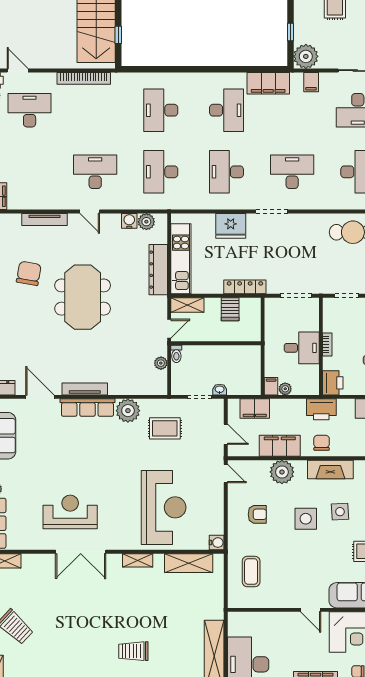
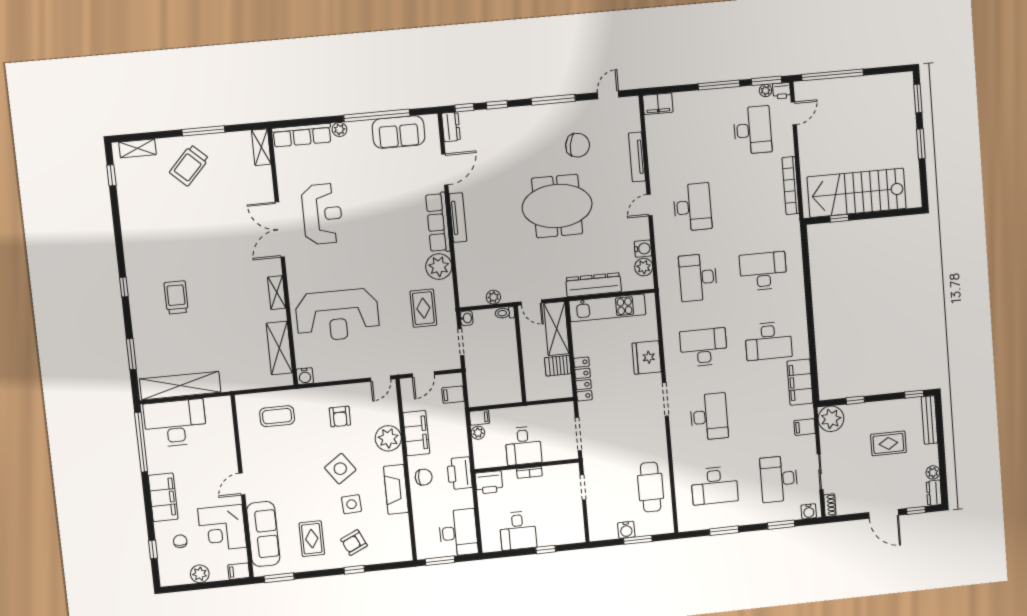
desk: (161, 172) -> (698, 277), turned -90
shelving: (187, 305) -> (557, 329), width x1.50, depth x1.33
washbasin: (220, 390) -> (467, 318), moved
filing cabinet: (255, 409) -> (453, 395), width x0.50
side table: (306, 519) -> (340, 469), turned -35

